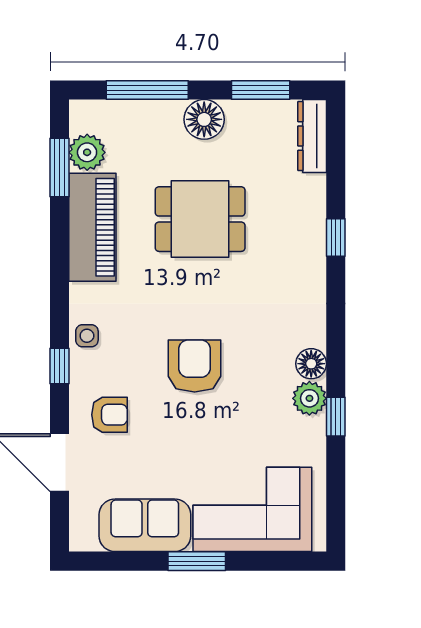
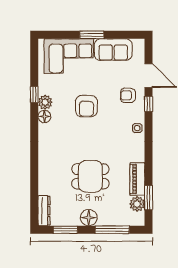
piano: (92, 227) -> (137, 179), width x0.73, depth x0.75
window: (336, 238) -> (34, 169), removed
window: (59, 366) -> (149, 104), moved
armchair: (195, 366) -> (86, 106), moved

